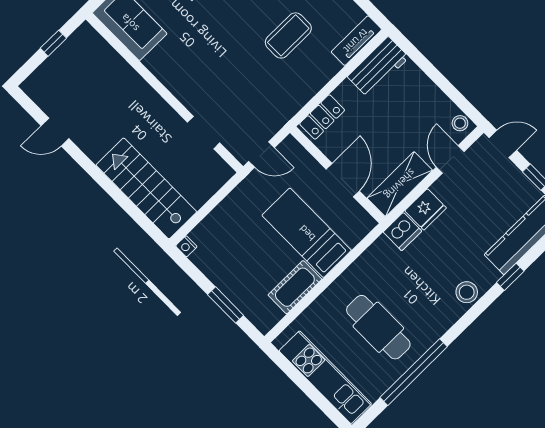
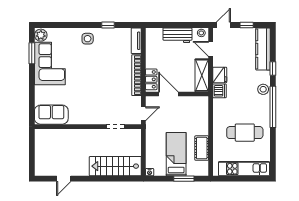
coffee table: (288, 35) -> (111, 63), removed
window: (53, 43) -> (32, 148), removed
workbench: (378, 67) -> (177, 35), moved, turned 90
bookcase: (307, 90) -> (136, 75), added
door: (343, 180) -> (168, 94), moved
bed: (307, 233) -> (176, 154), moved, turned 90
window: (414, 372) -> (273, 107), moved

